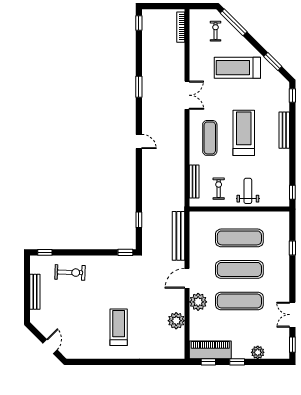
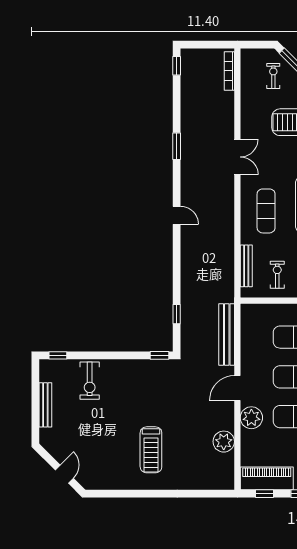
exercise bike: (70, 272) -> (90, 381), turned 88
treadmill: (119, 327) -> (151, 450), turned 180

